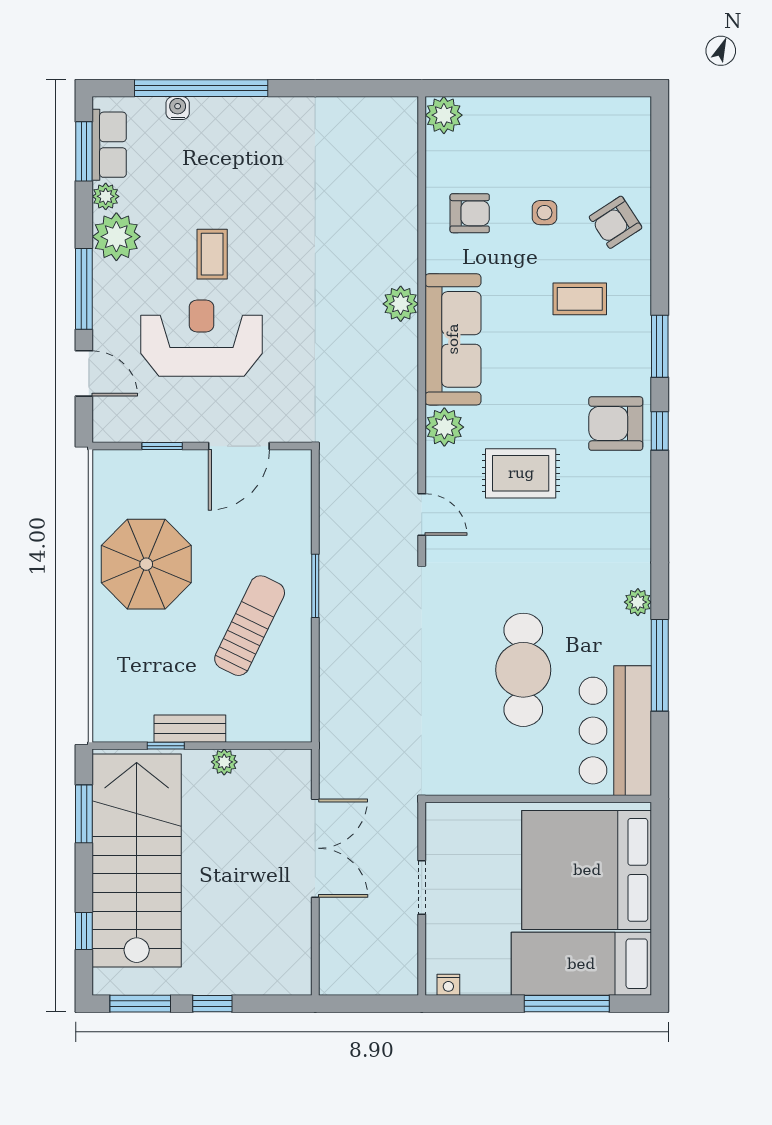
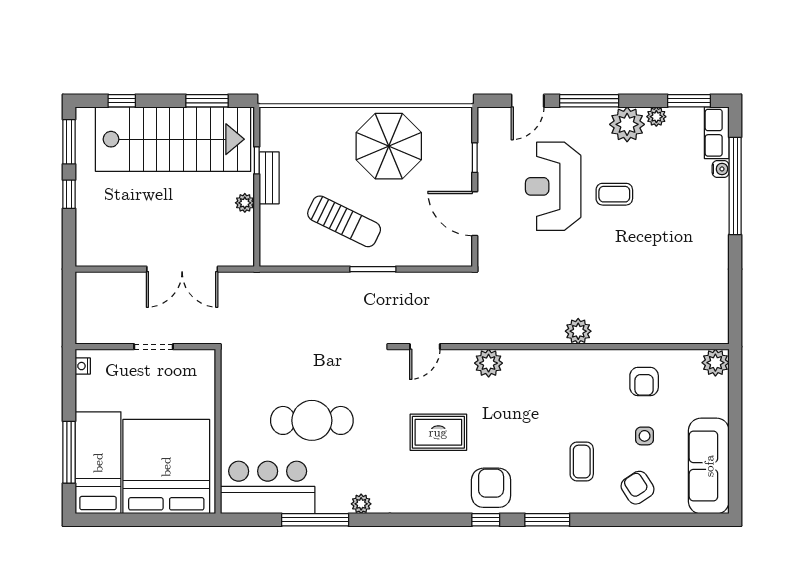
row of seats: (109, 145) -> (717, 133), moved, turned 90
reception desk: (201, 338) -> (553, 186), turned 180
sofa: (453, 339) -> (709, 466), moved, turned 90
rug: (521, 473) -> (438, 432), moved, turned 90

